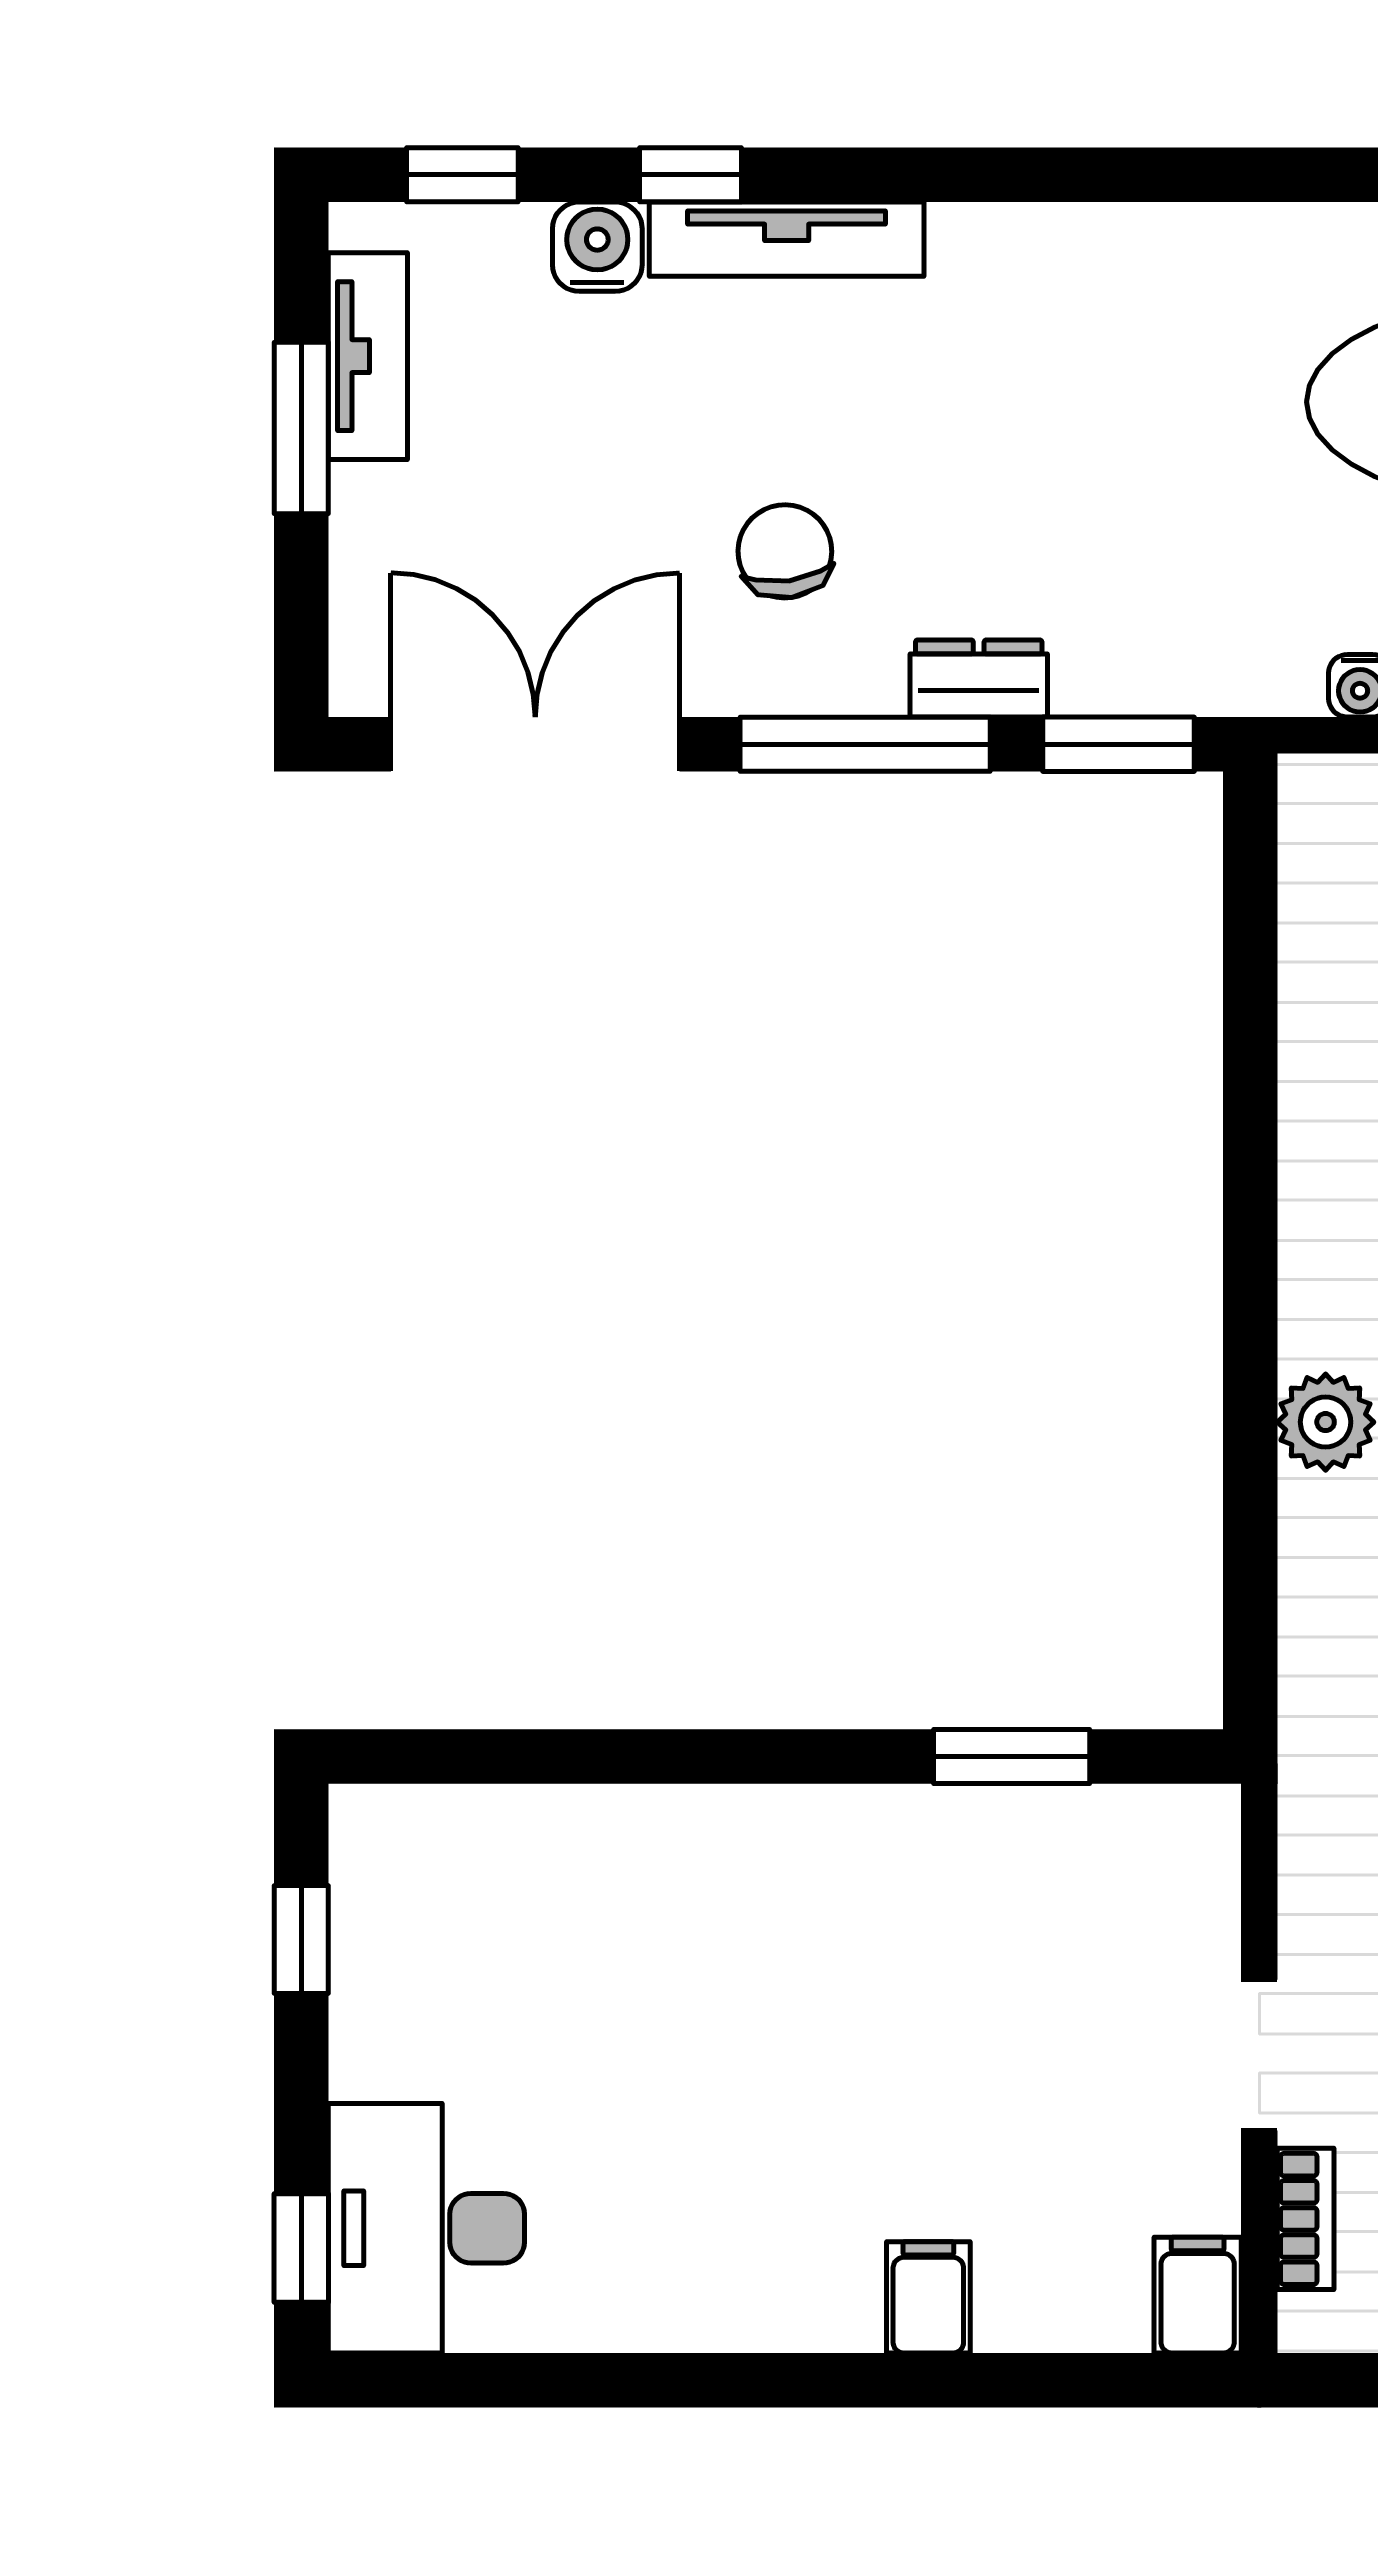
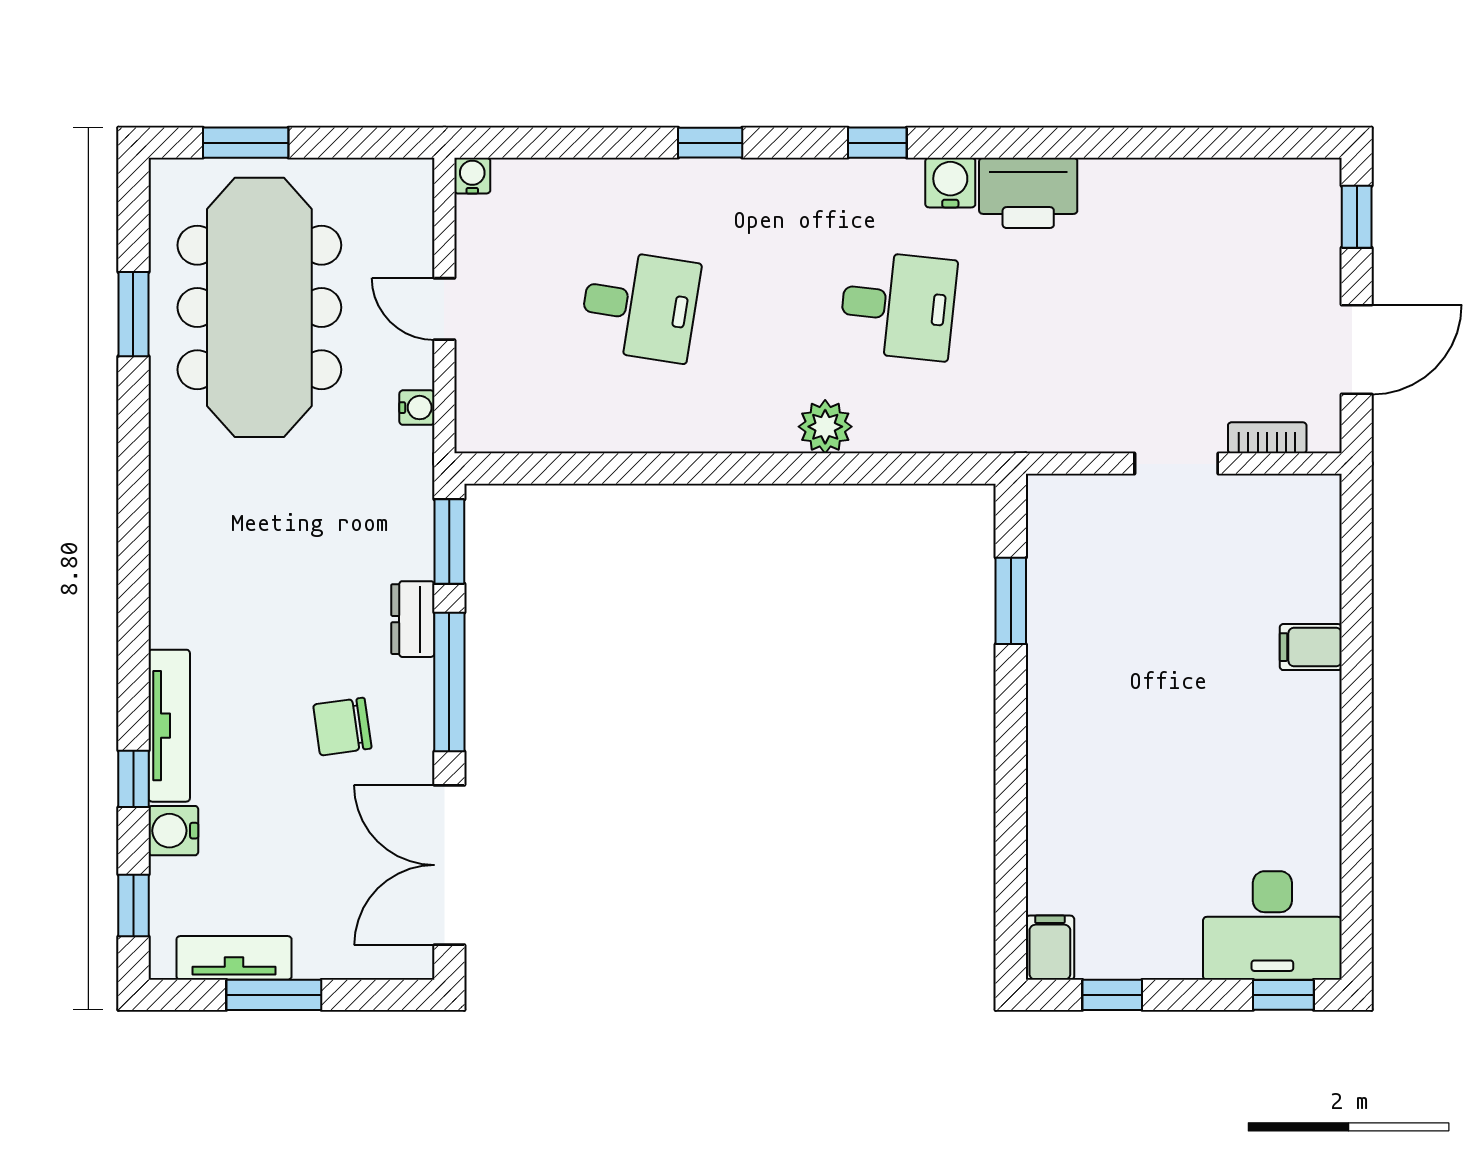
filing cabinet: (1198, 2295) -> (1050, 948), moved, turned 90

